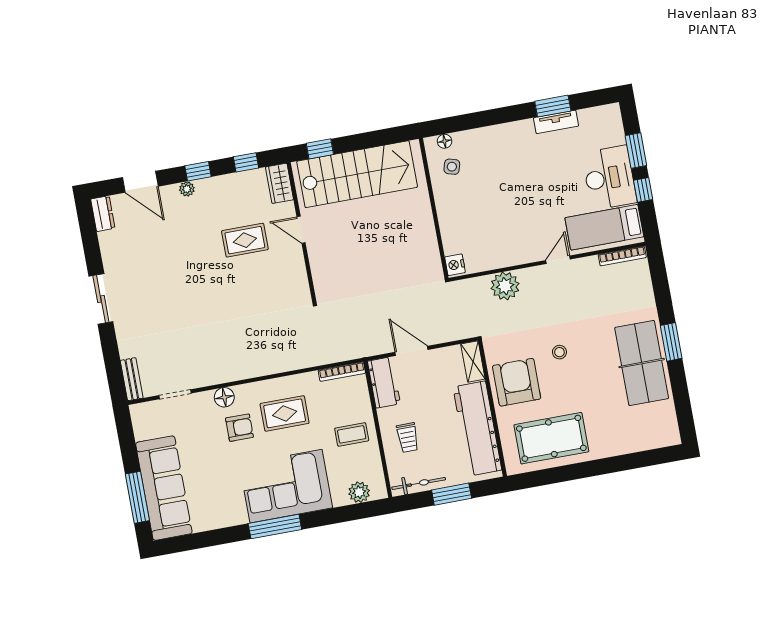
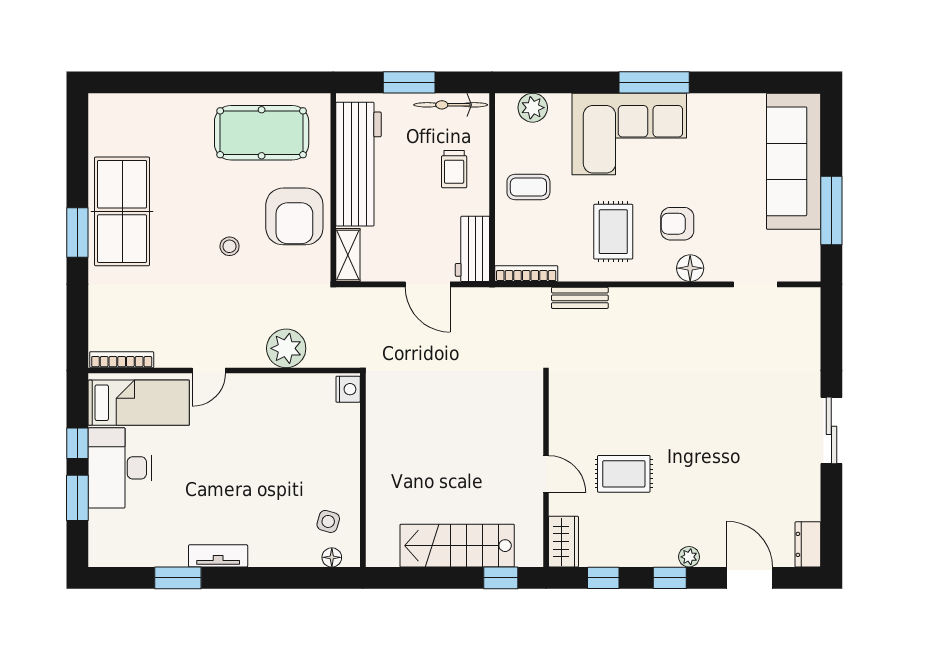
tv unit: (556, 122) -> (218, 556), moved
stairs: (357, 174) -> (457, 546), width x0.73, depth x0.66
bench: (132, 379) -> (580, 298), moved, turned 90
rug: (285, 413) -> (613, 232), turned 90
trolley: (408, 438) -> (454, 169), turned 180
window: (137, 497) -> (831, 211), moved

